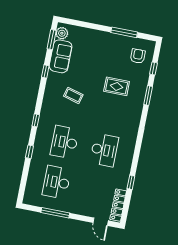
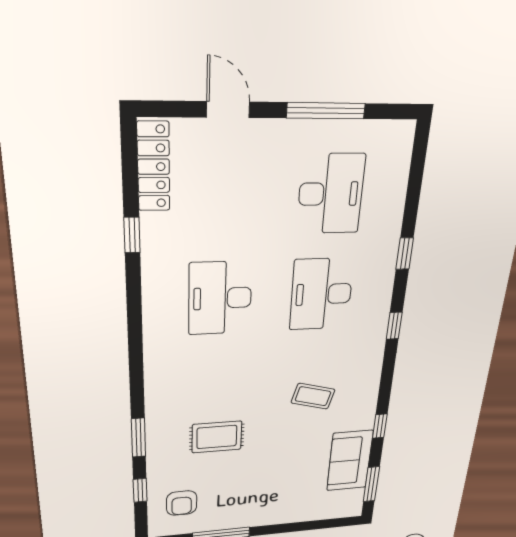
plant: (62, 33) -> (351, 500), removed
desk: (65, 142) -> (321, 294), turned 180
door: (101, 222) -> (228, 110), moved

